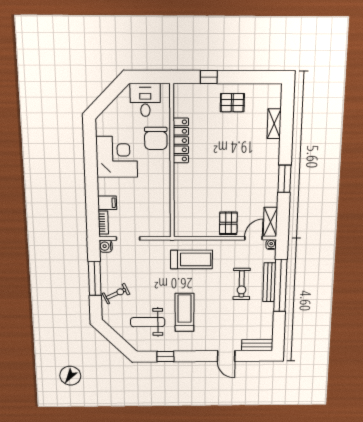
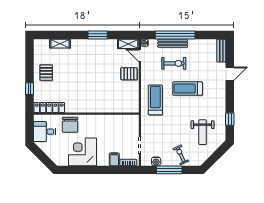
chair: (156, 138) -> (70, 125), turned 90
locker: (181, 141) -> (49, 107), moved
water cooler: (106, 246) -> (156, 161), moved
treadmill: (185, 312) -> (188, 89), moved

